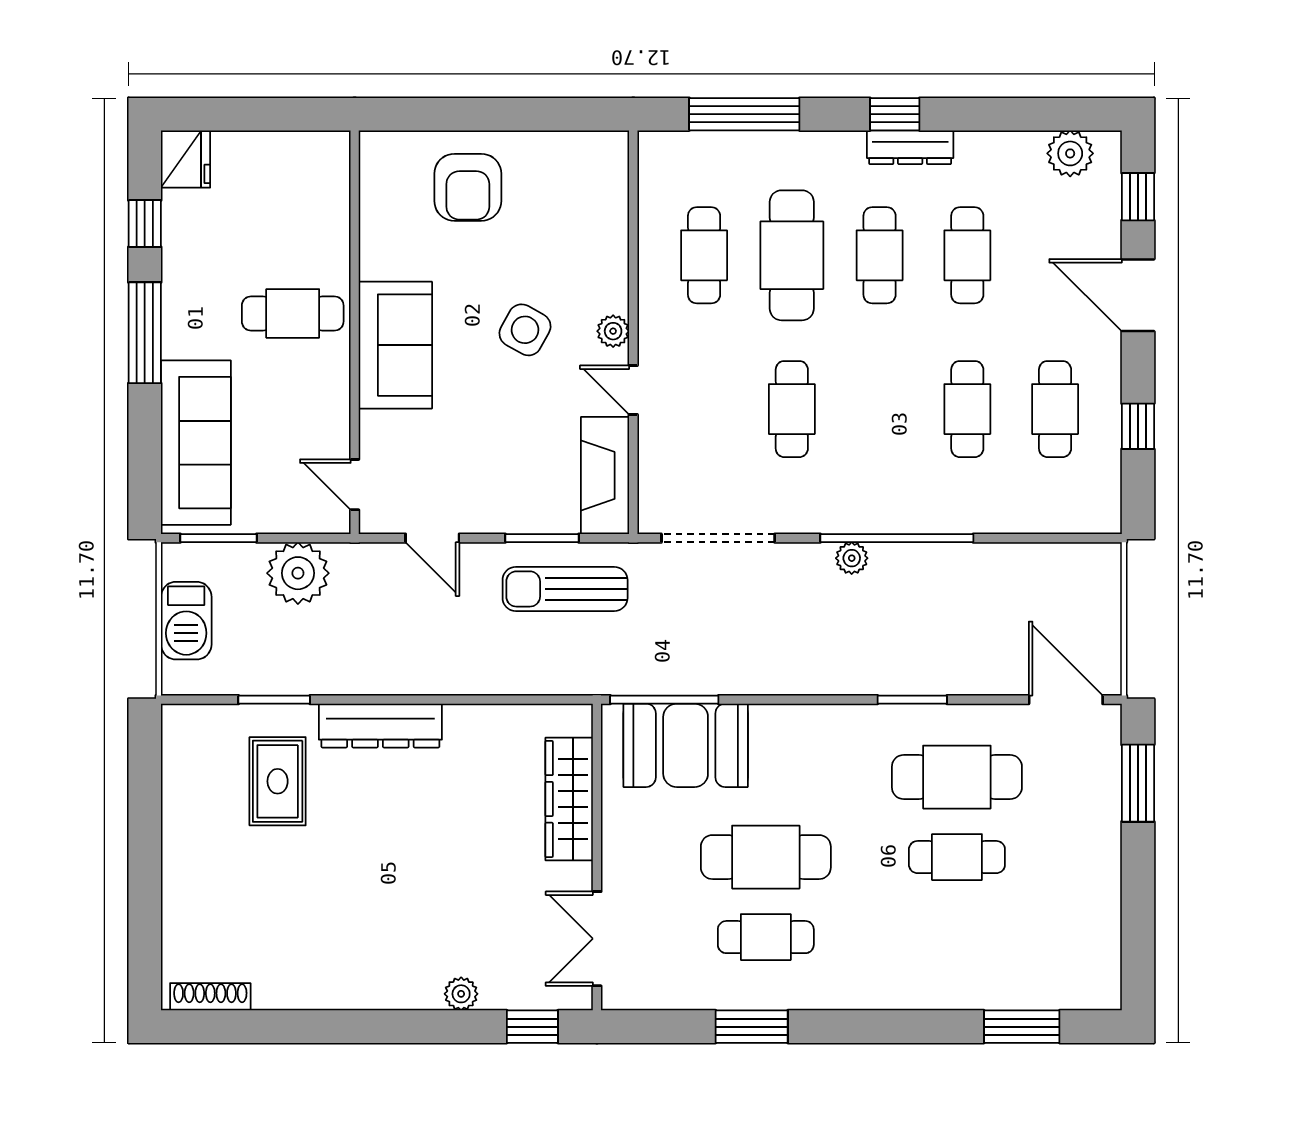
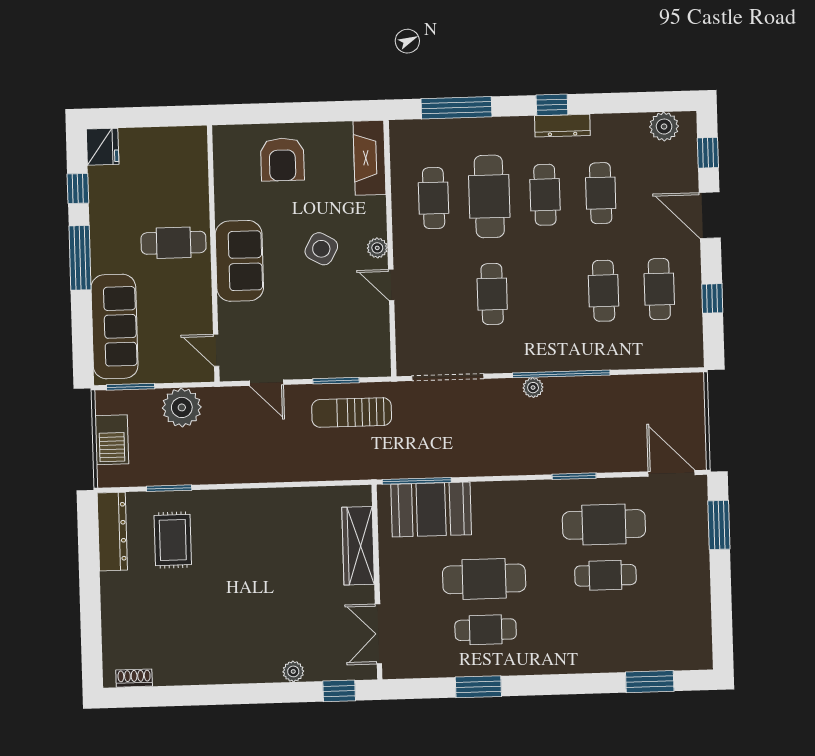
fireplace: (605, 475) -> (370, 158), moved
dresser: (380, 726) -> (112, 532), moved, turned -90
shoe rack: (210, 997) -> (134, 678), width x0.70

